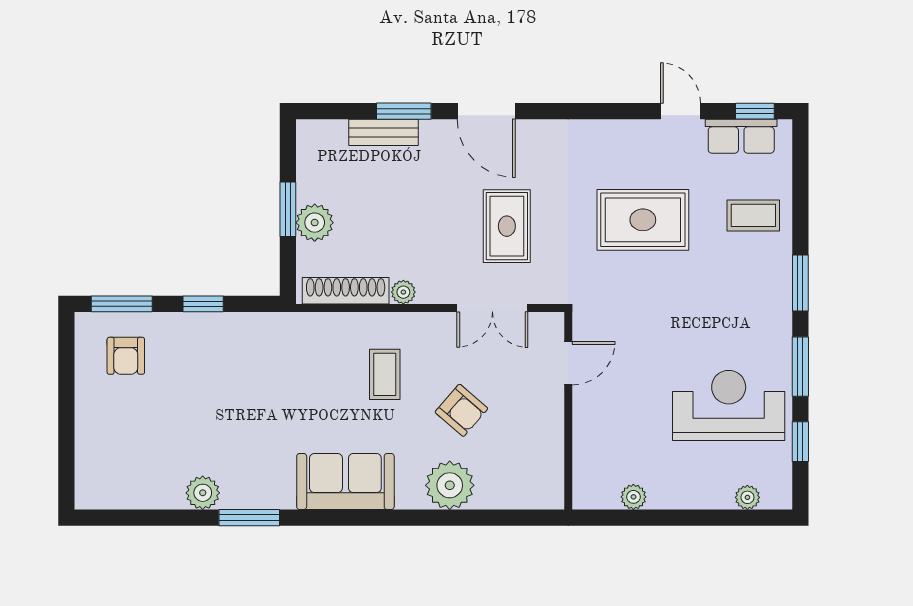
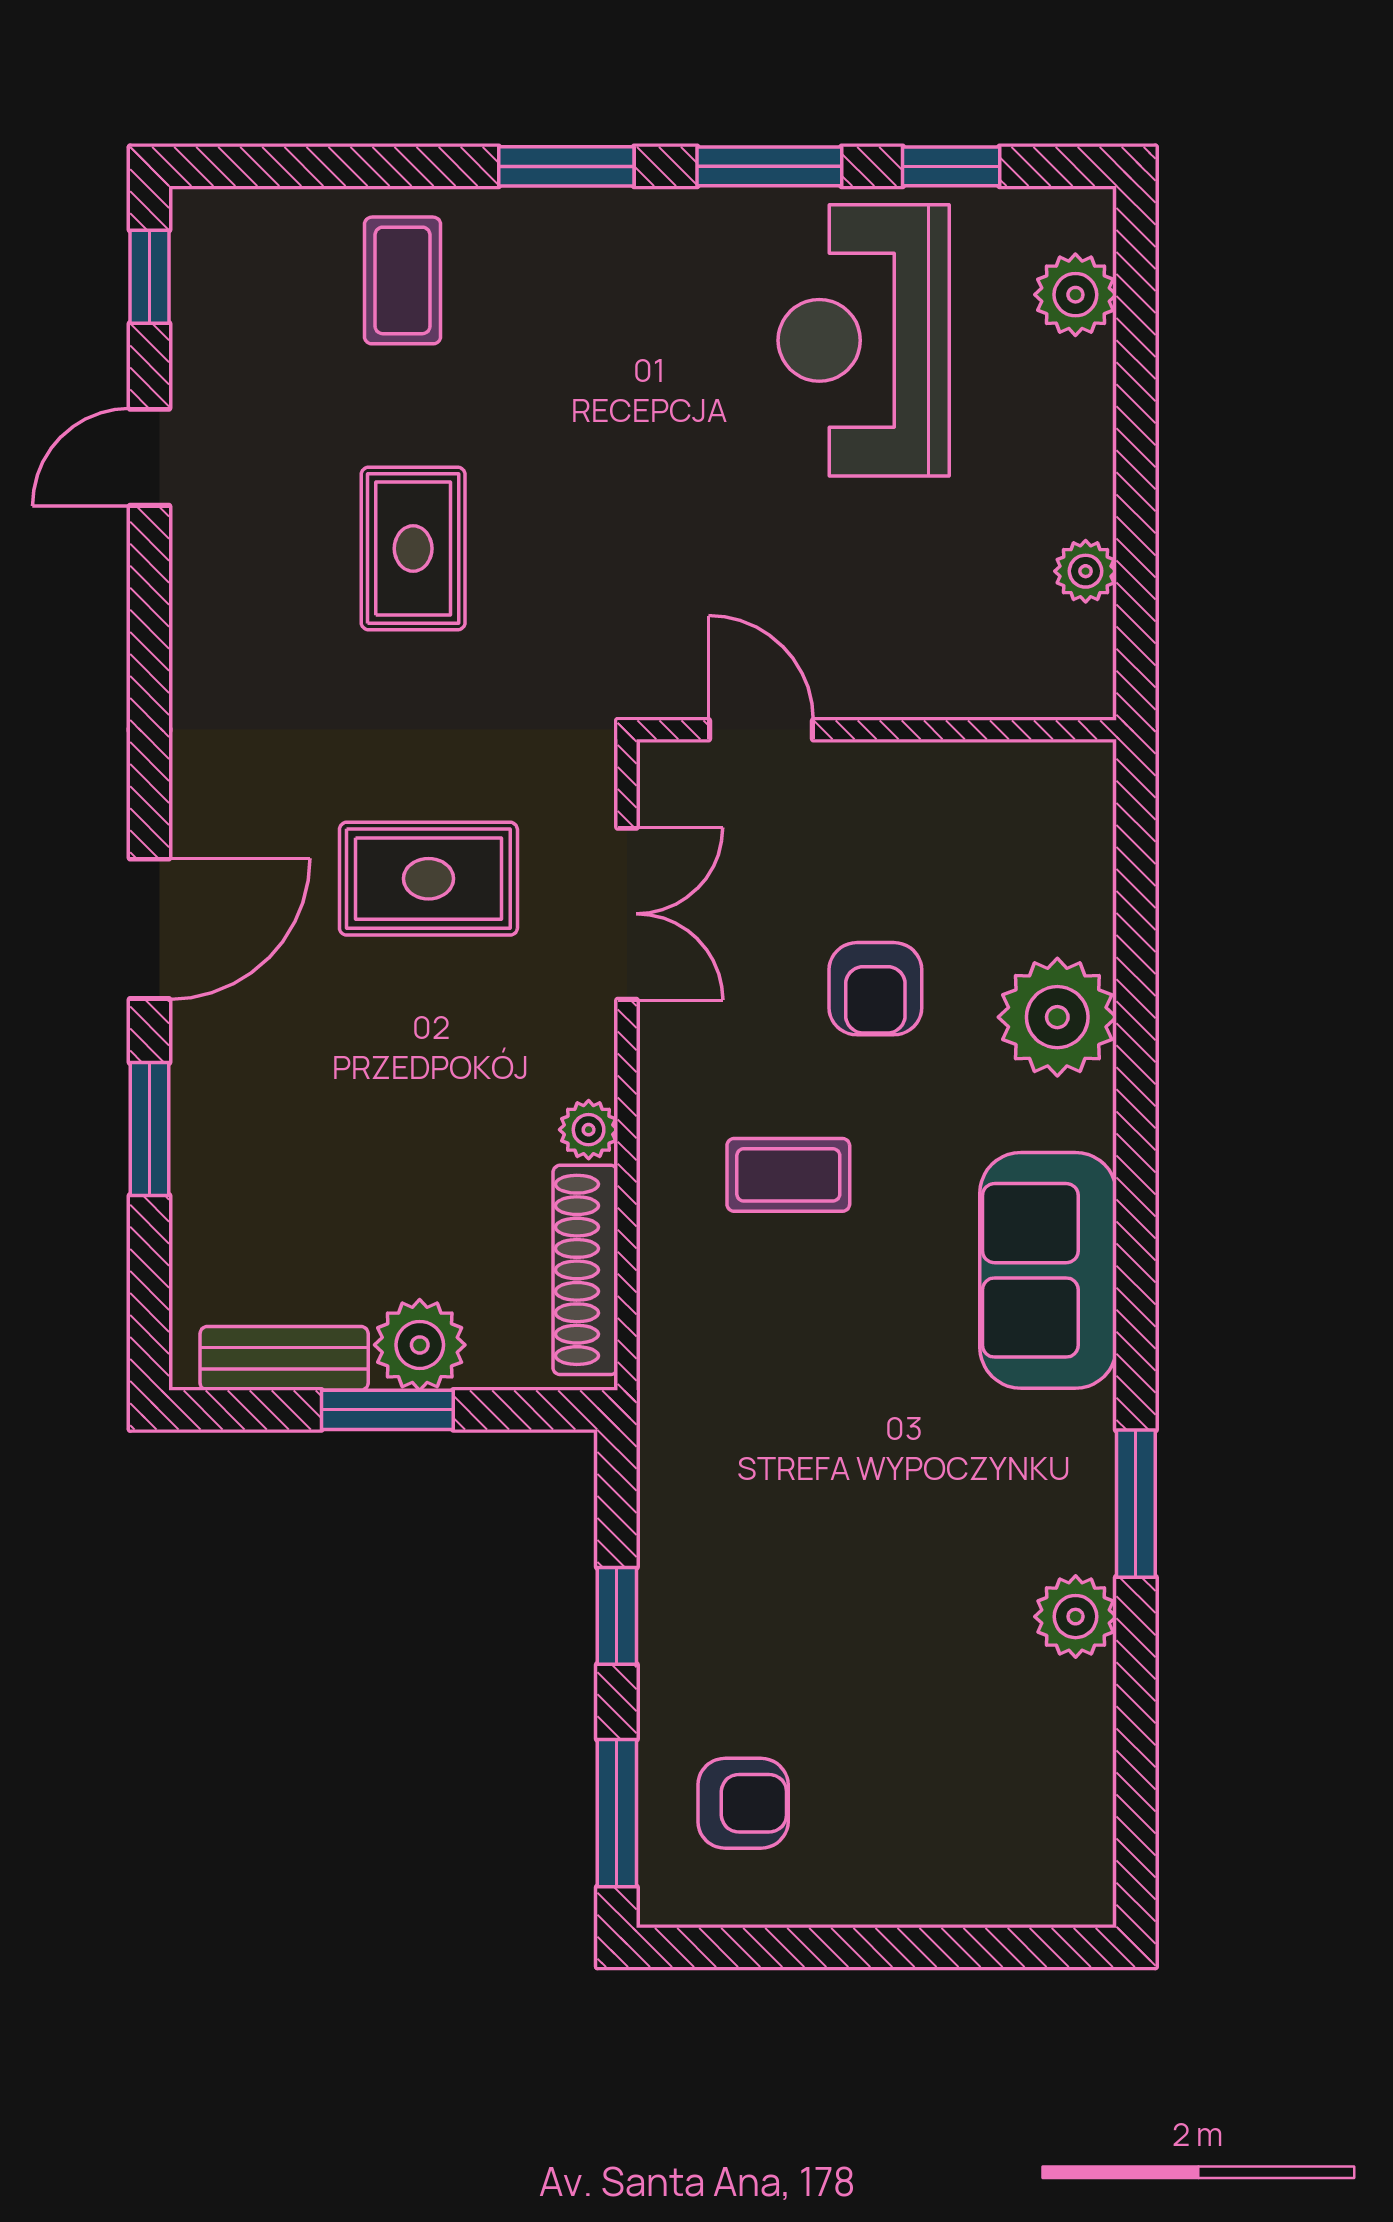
bench: (383, 132) -> (284, 1358), moved, turned 90
row of seats: (741, 136) -> (210, 310), removed
rug: (643, 220) -> (413, 549), width x0.73, depth x0.70
armchair: (461, 410) -> (875, 989), turned 139
plant: (747, 497) -> (1075, 295), width x1.38, depth x1.38

